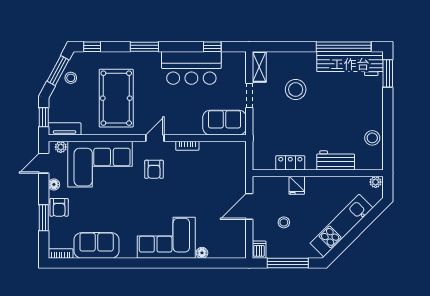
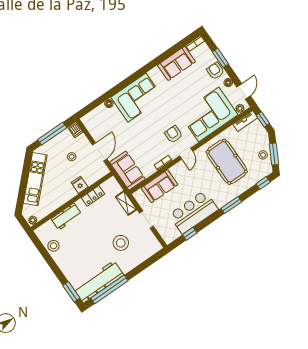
shelving: (259, 67) -> (126, 203), moved
sofa: (225, 123) -> (159, 186), moved
sofa: (233, 164) -> (127, 171), added

